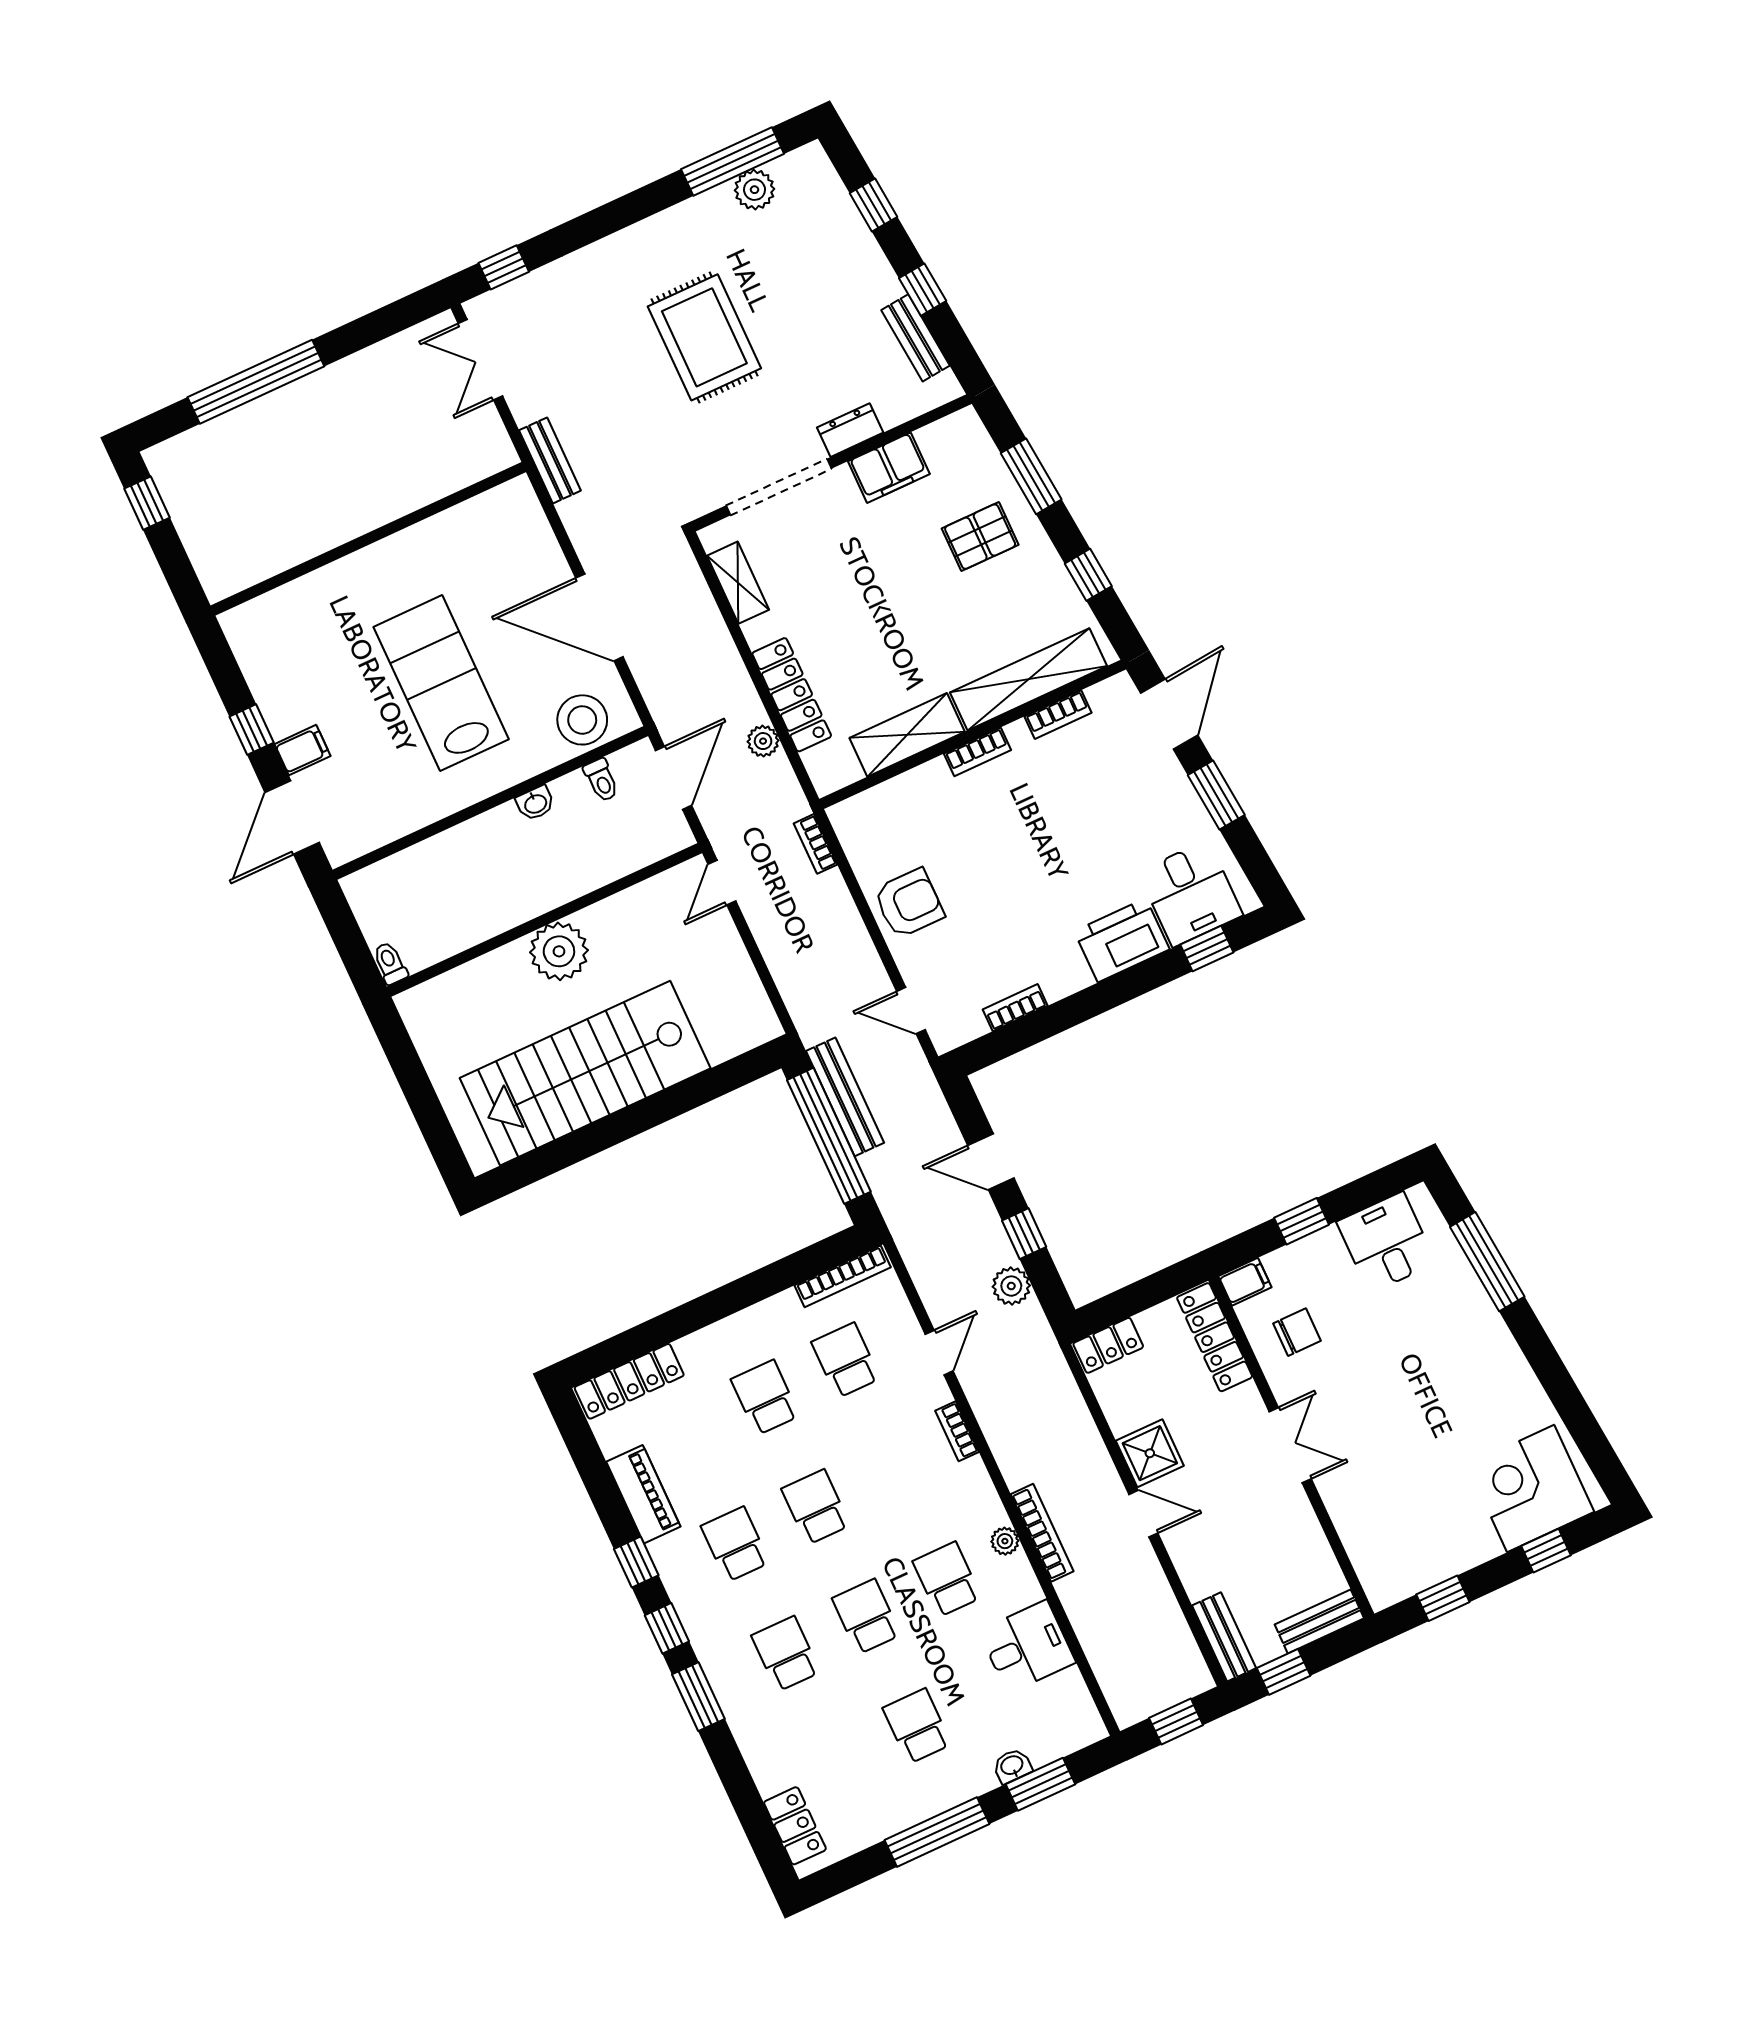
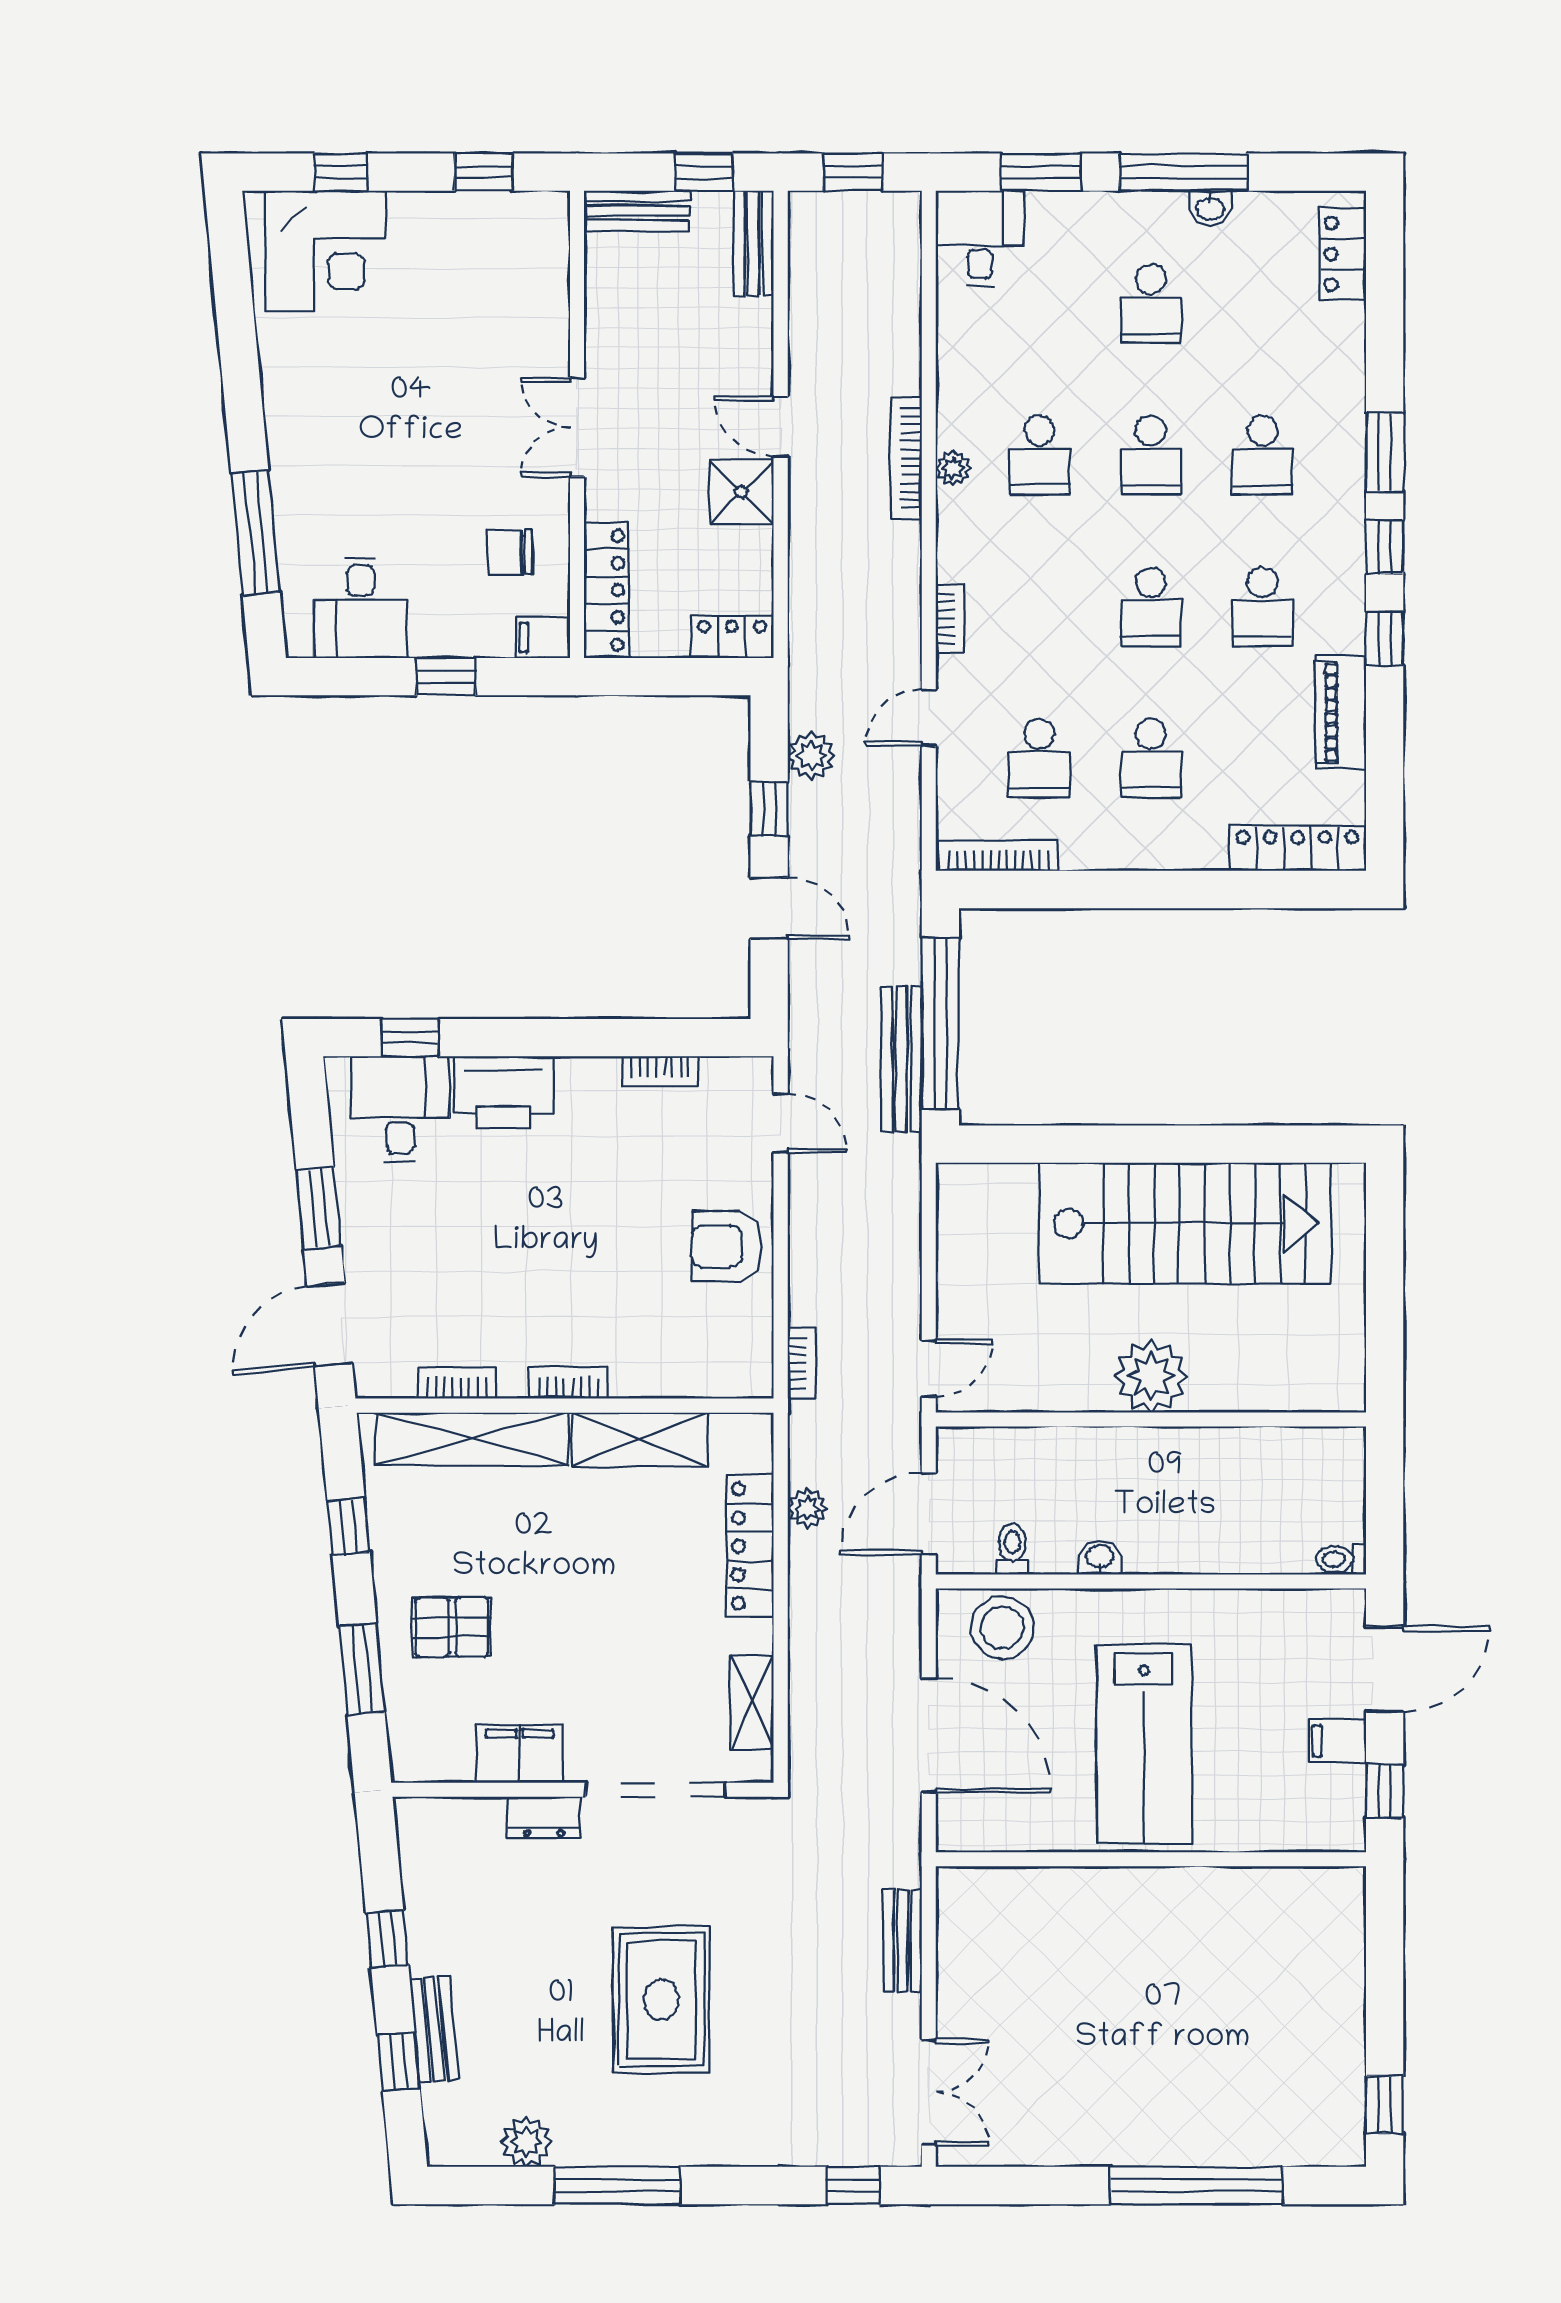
window: (733, 162) -> (617, 2186), moved
bench: (915, 338) -> (434, 2029), moved
wall: (368, 539) -> (1151, 1859), moved
toilet: (390, 963) -> (1341, 1559), moved, turned 90
desk: (1027, 1647) -> (980, 238), moved, turned 90
washbasin: (1012, 1766) -> (1210, 208), moved

